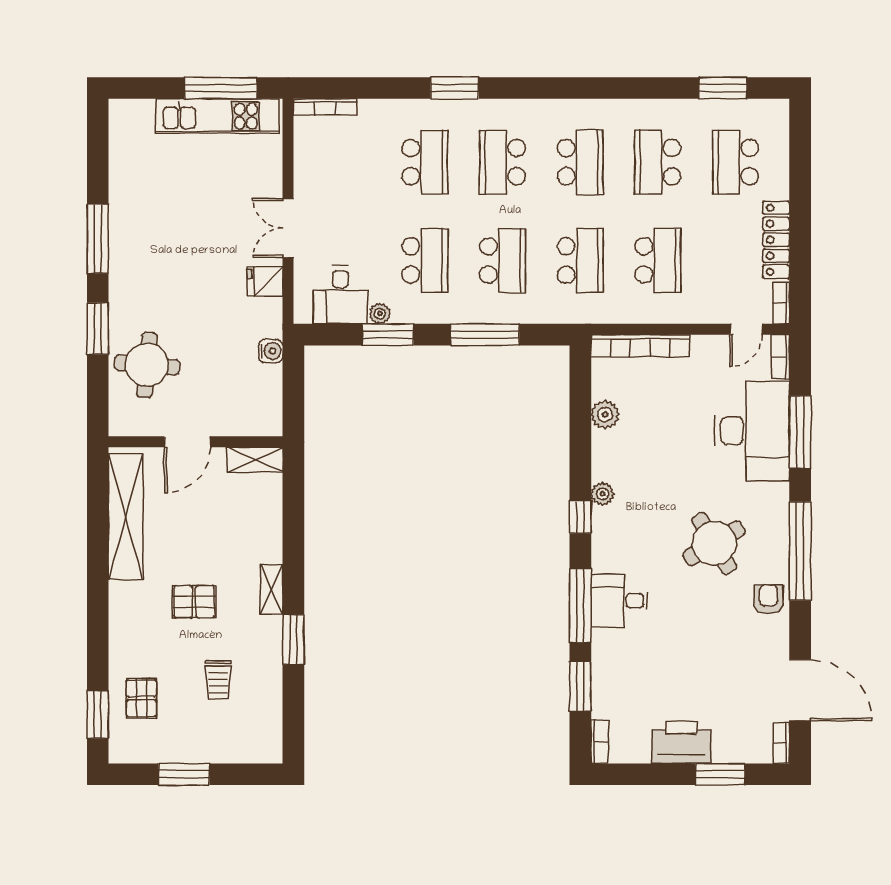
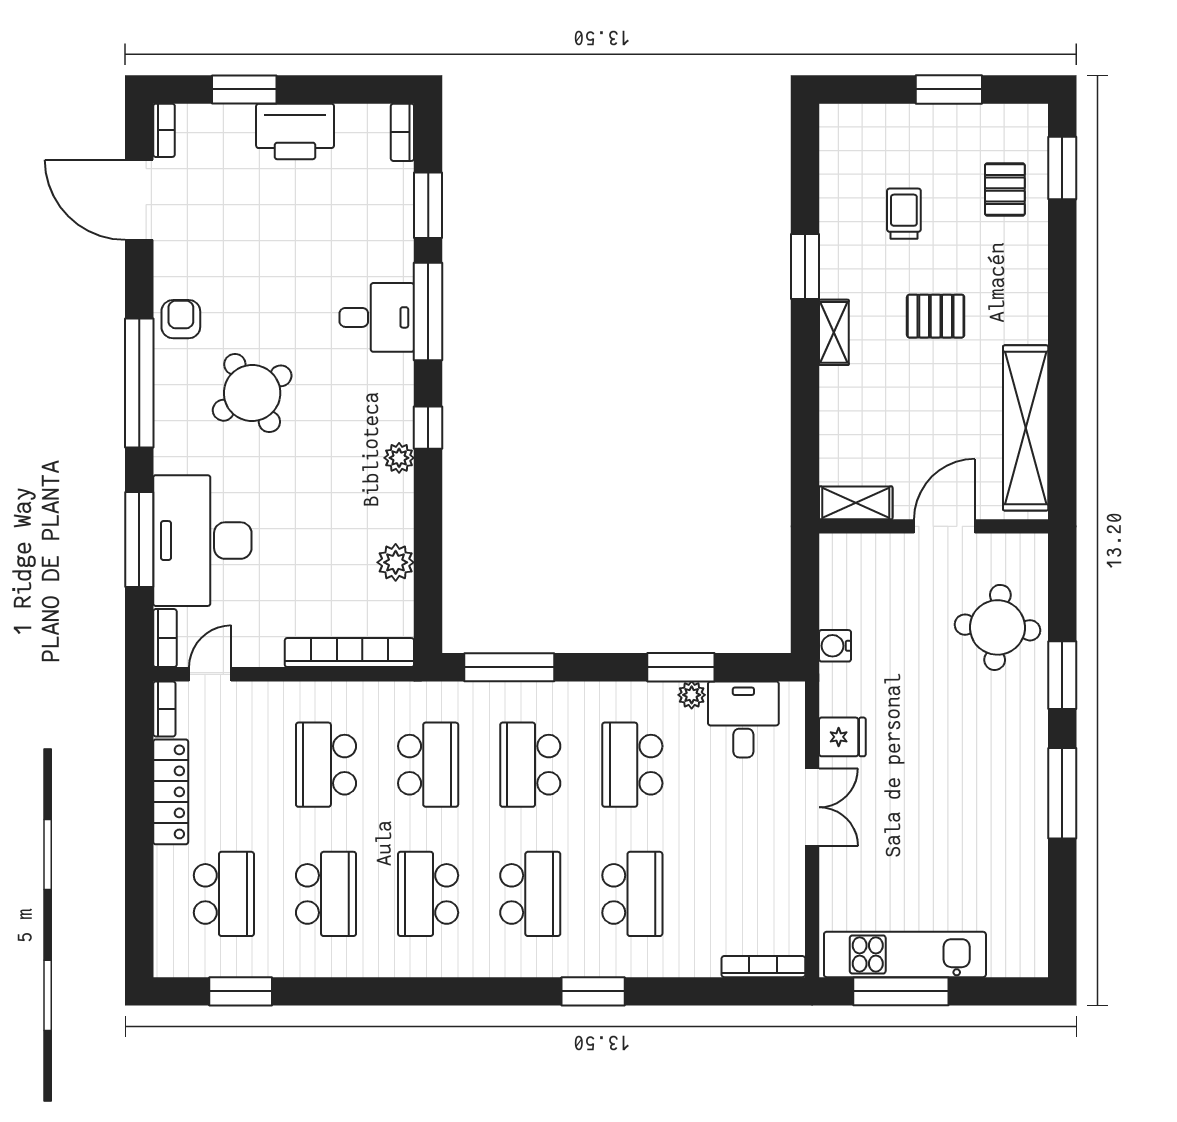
school desk: (425, 162) -> (632, 894), turned 180
school desk: (580, 260) -> (428, 765), turned 180
window: (485, 335) -> (509, 667), moved
armchair: (768, 599) -> (181, 319), turned 180

